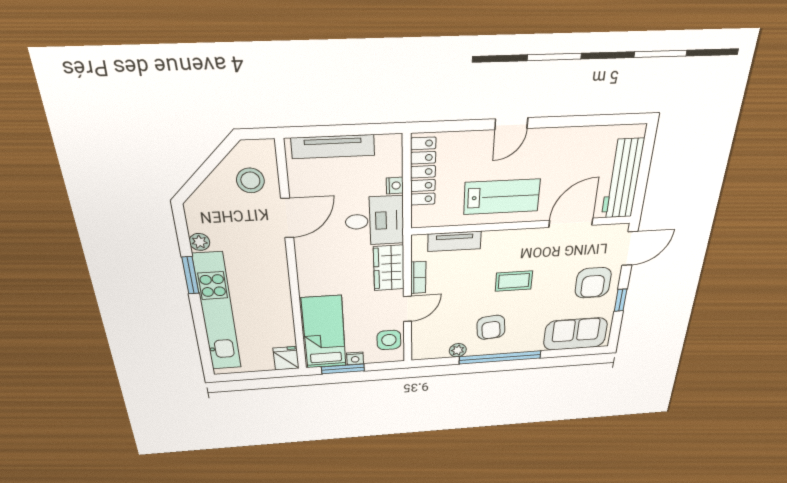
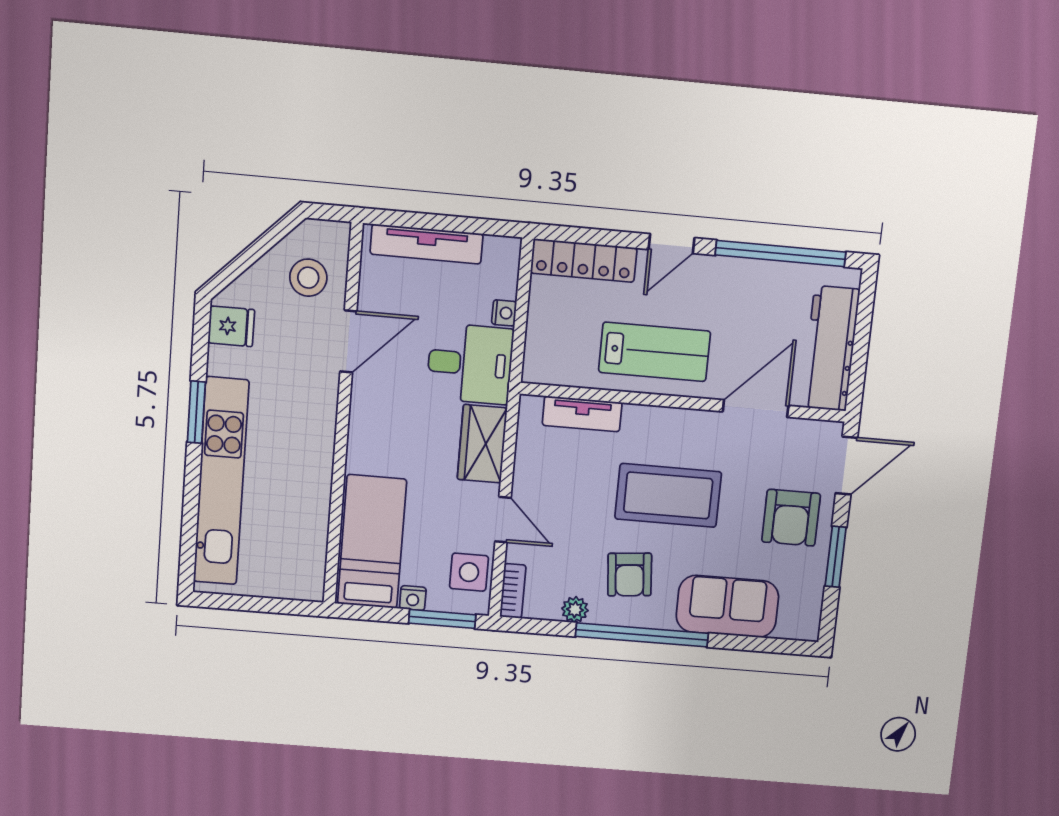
window: (590, 121) -> (781, 254), added
locker: (423, 172) -> (584, 260), moved, turned 90
plant: (200, 242) -> (221, 361), removed
bookcase: (418, 277) -> (513, 591), moved
coffee table: (514, 281) -> (668, 495), width x1.86, depth x1.72
window: (621, 300) -> (836, 557), width x1.50
door: (407, 309) -> (503, 520), hinge flipped
sofa: (575, 334) -> (727, 606), moved
fridge: (286, 358) -> (231, 326), moved, turned 90
window: (343, 369) -> (442, 619), moved

